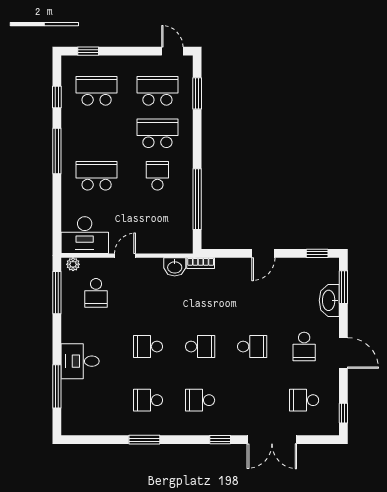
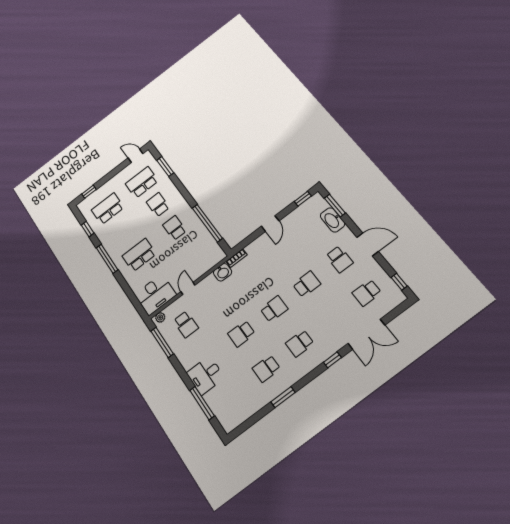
school desk: (157, 133) -> (158, 205), width x0.54

